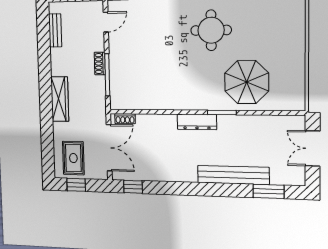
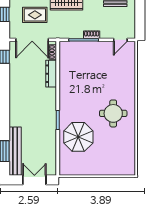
door: (106, 22) -> (120, 40), hinge flipped
dresser: (197, 122) -> (51, 74), moved
rug: (73, 158) -> (35, 15), moved
bench: (233, 175) -> (15, 151), moved

